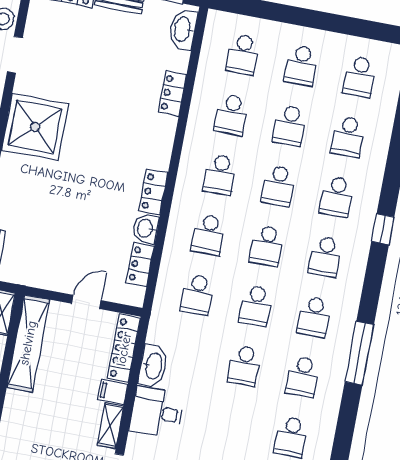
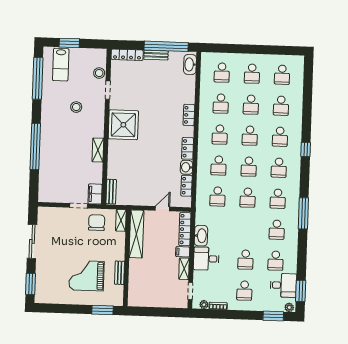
locker: (172, 93) -> (189, 115), moved
school desk: (244, 366) -> (245, 260), moved

